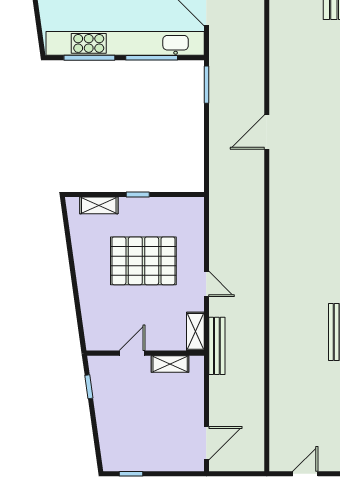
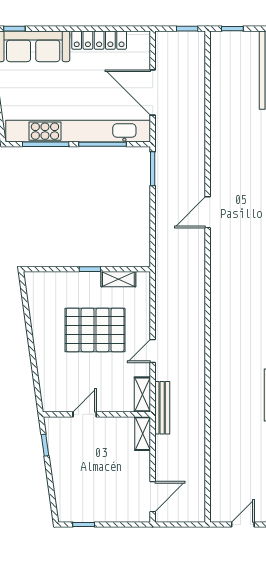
shelving: (99, 205) -> (118, 279), moved
door: (206, 284) -> (153, 351), swing flipped
shelving: (170, 364) -> (143, 434), moved, turned 90

